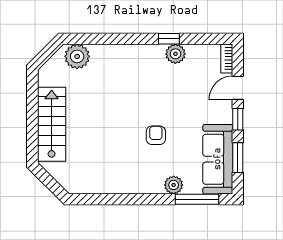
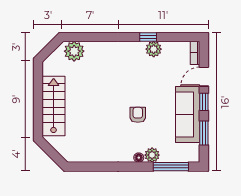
sofa: (218, 159) -> (188, 115), moved
floor lamp: (157, 188) -> (139, 158), added

